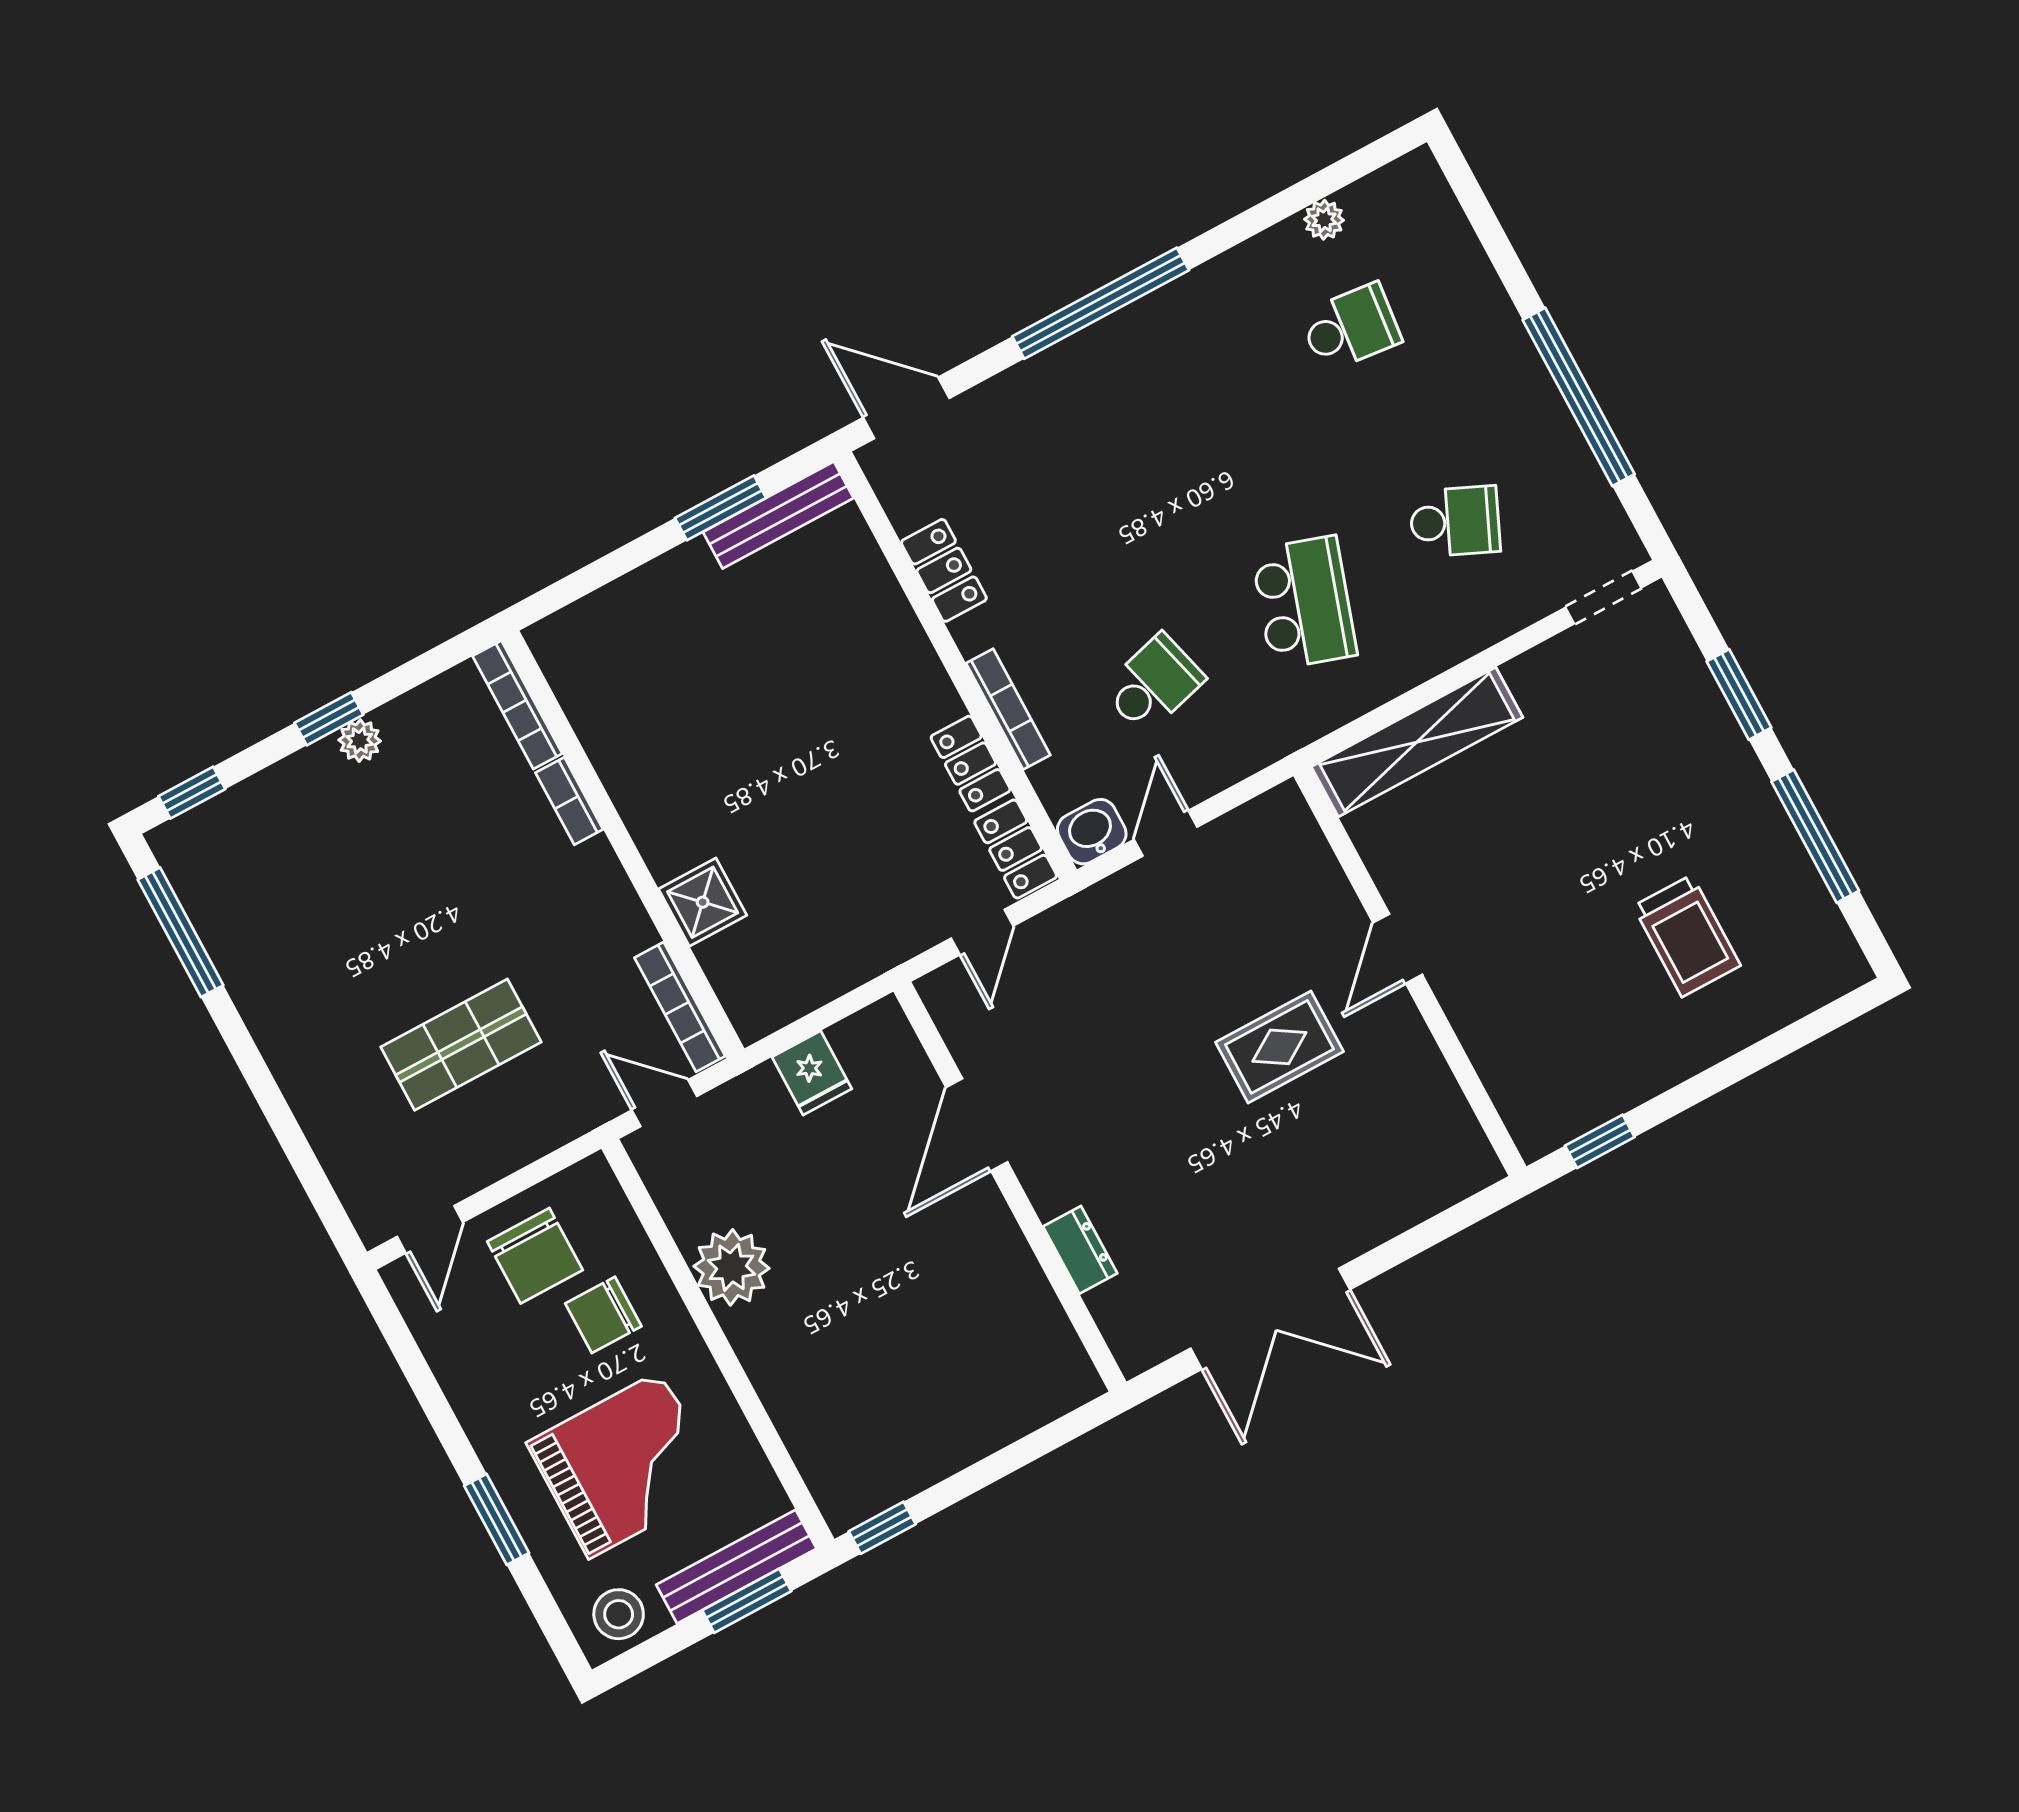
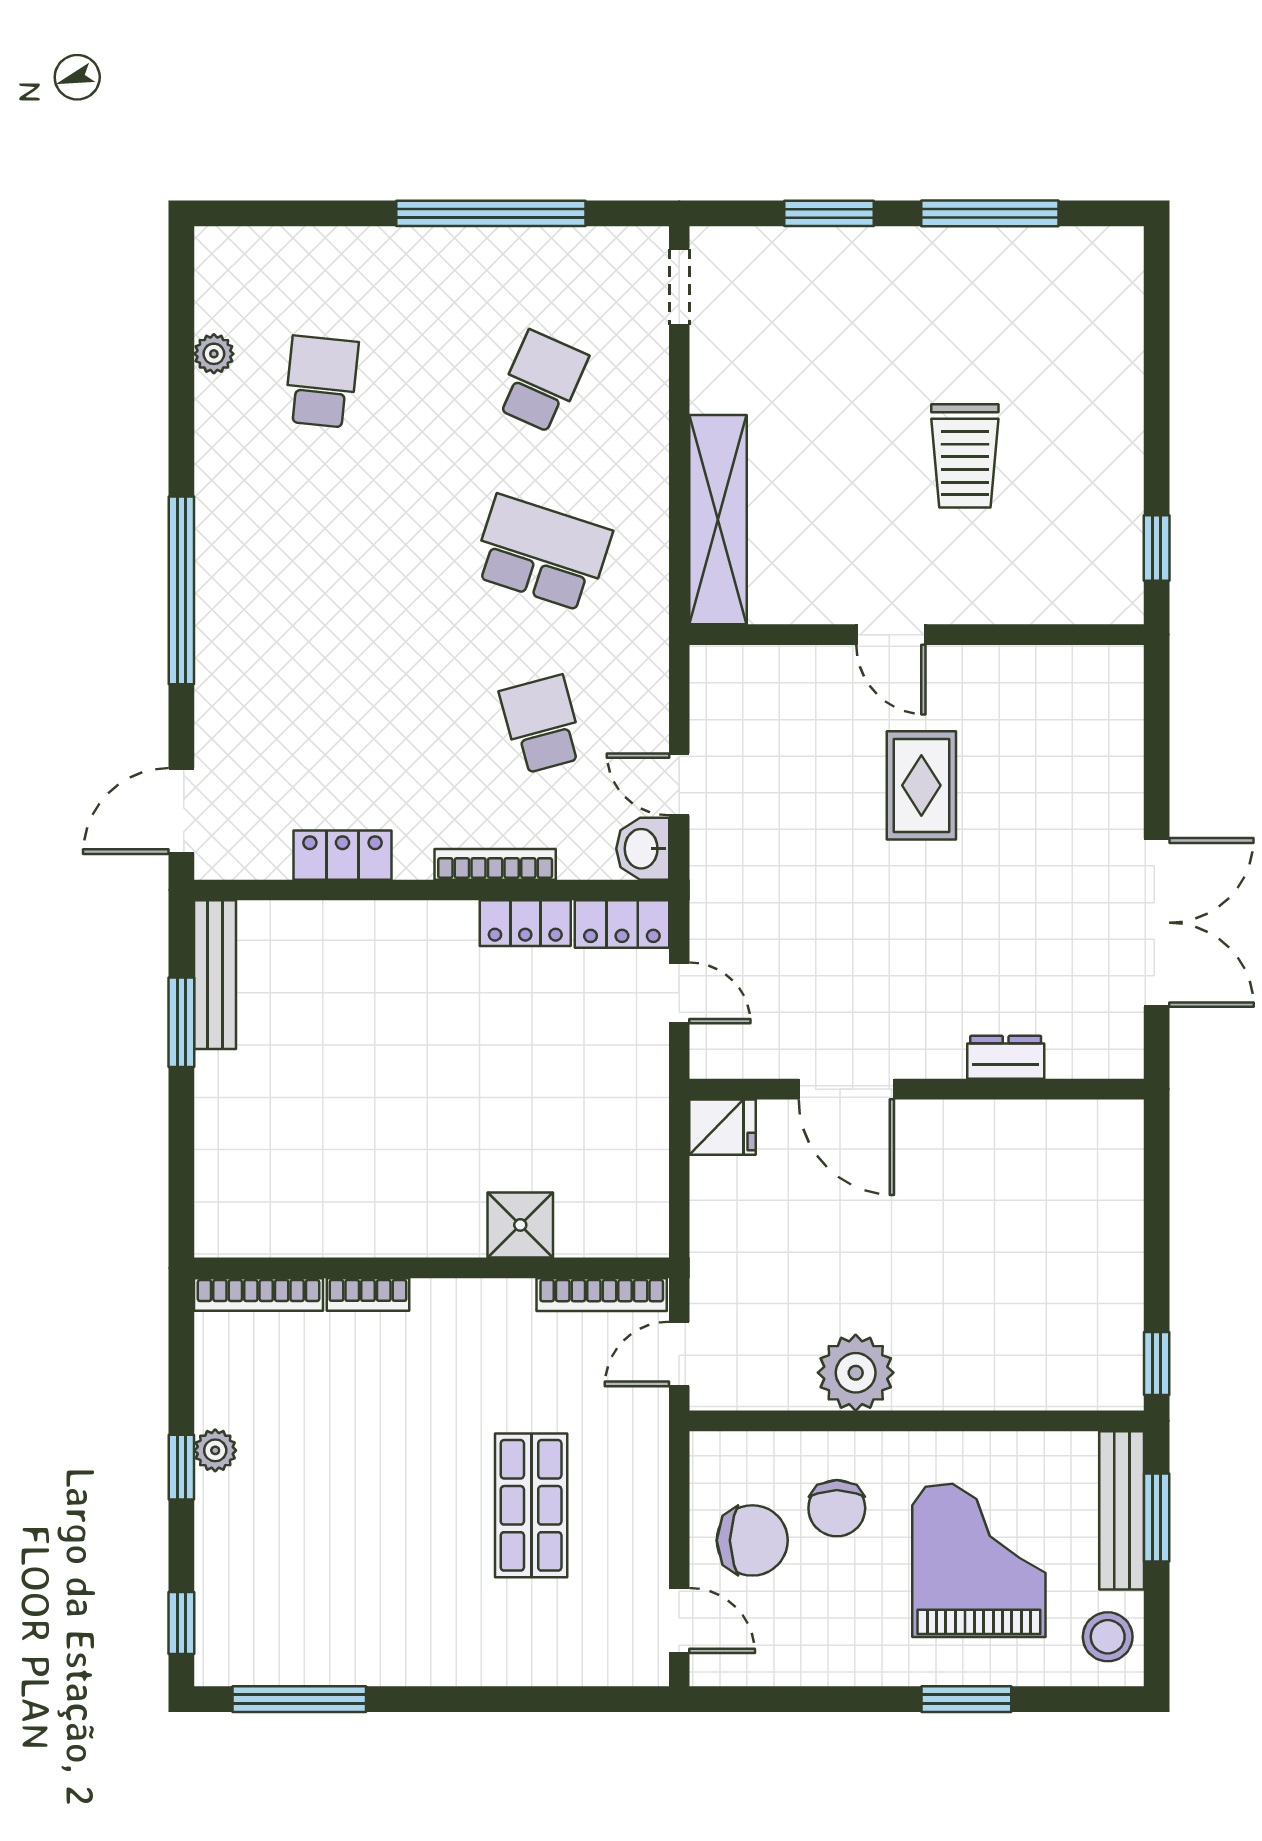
trolley: (1687, 936) -> (965, 456), moved, turned 90
fridge: (812, 1073) -> (722, 1127), moved

